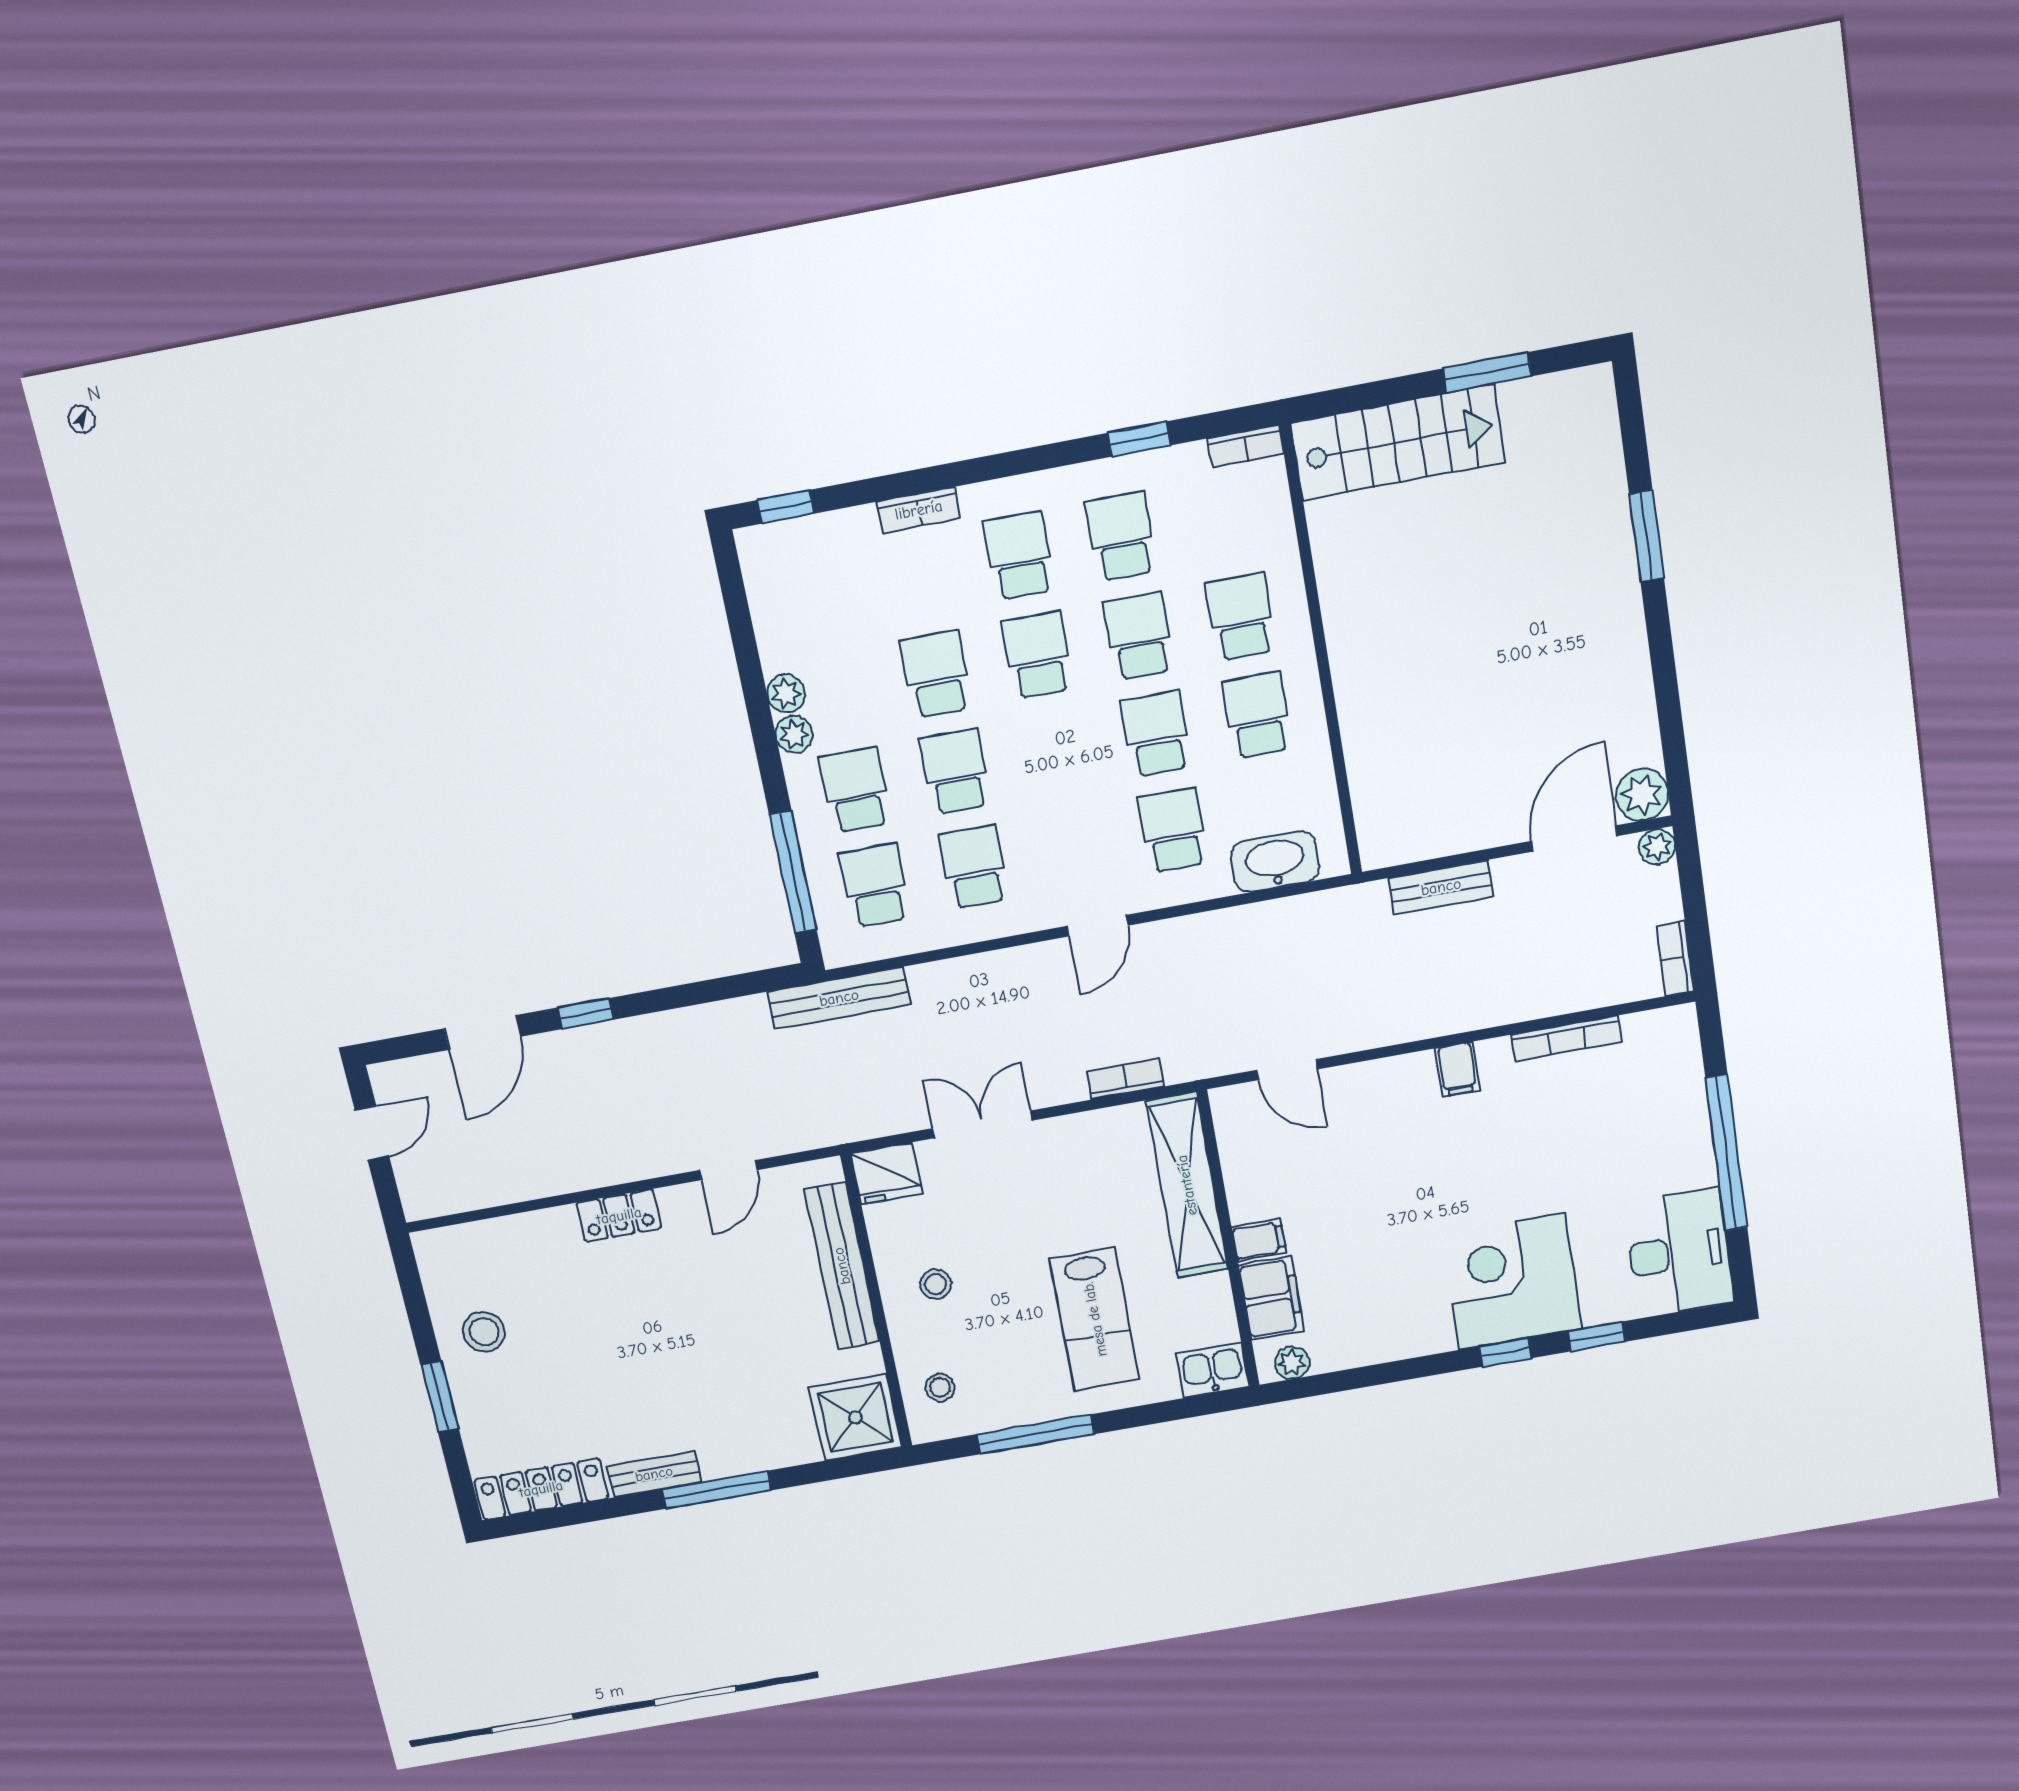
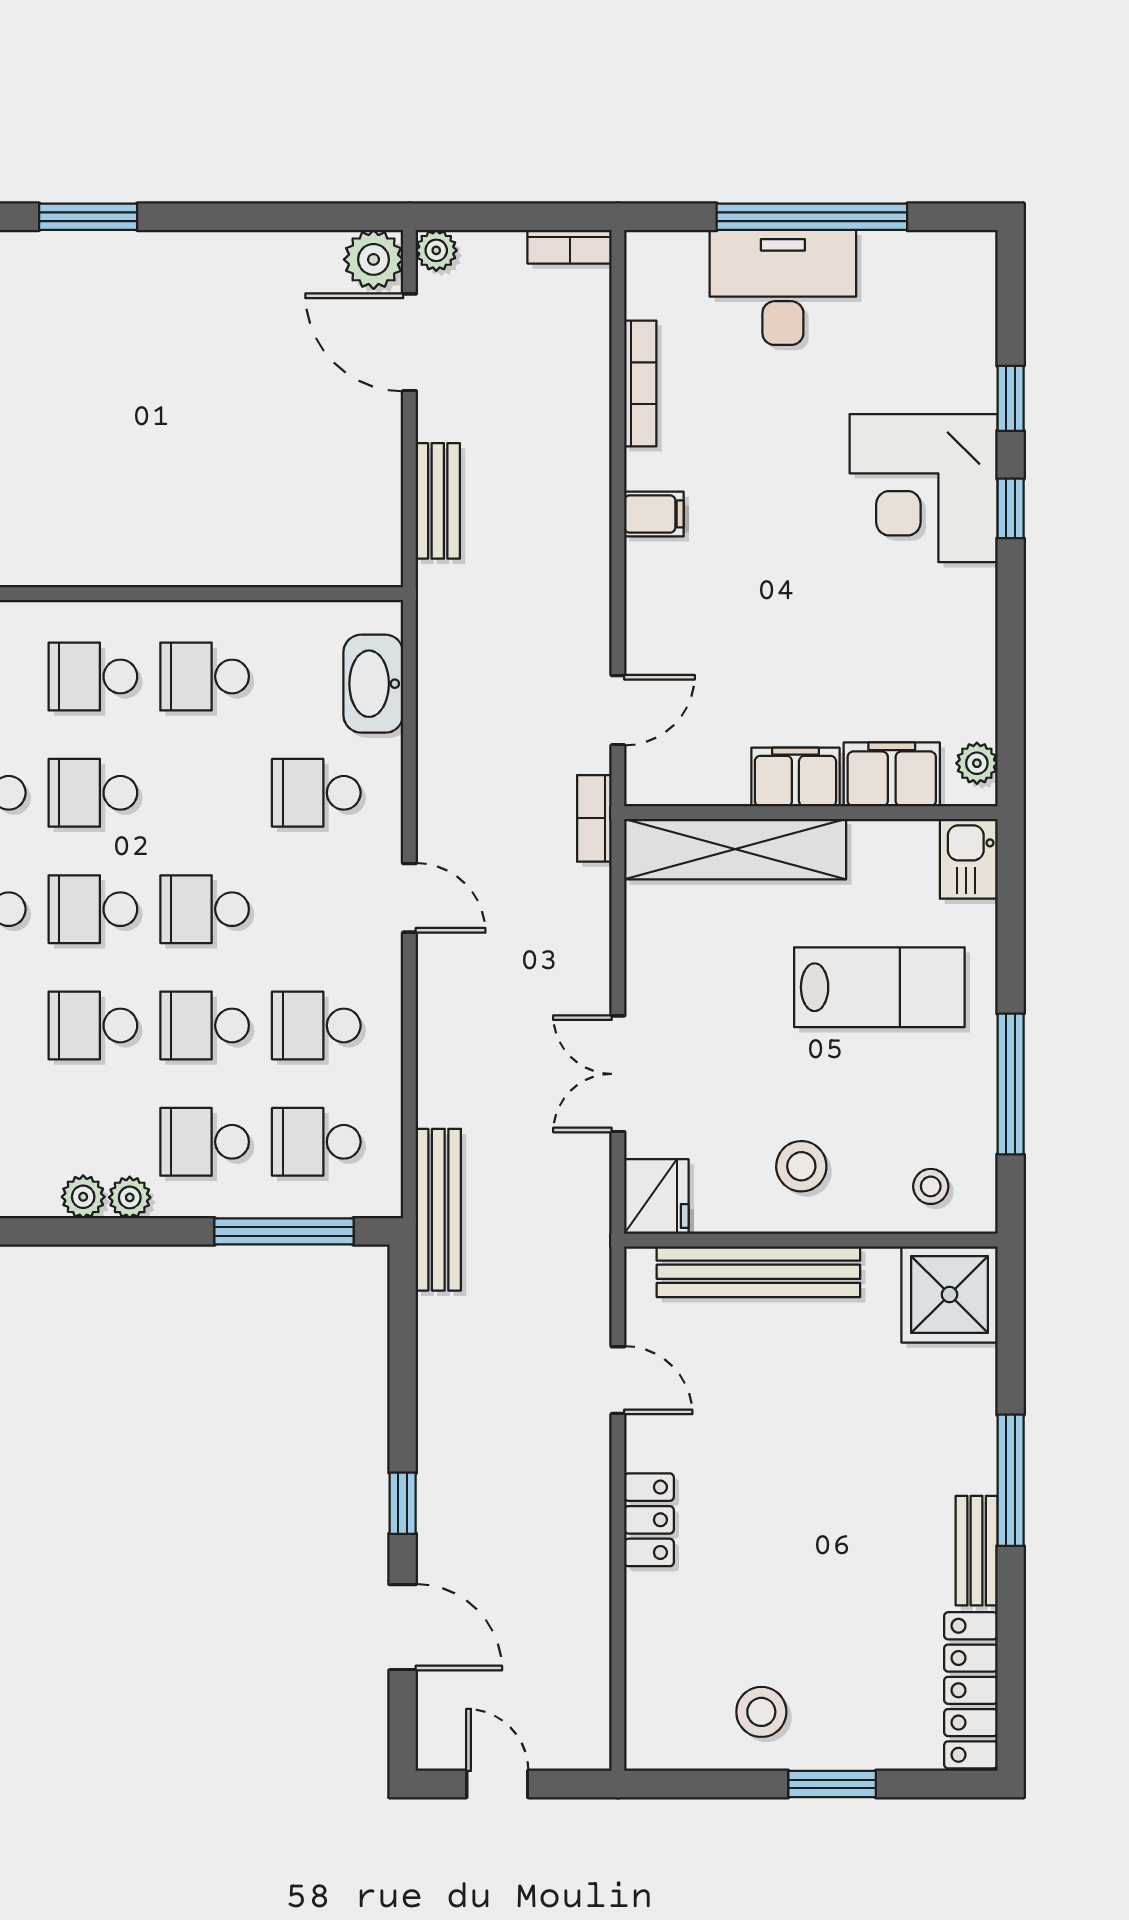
school desk: (1156, 734) -> (205, 909), moved
bookcase: (1126, 1079) -> (594, 818), moved
filing cabinet: (1259, 1240) -> (795, 777), width x2.00
desk: (1679, 1253) -> (783, 287), moved
stool: (936, 1284) -> (801, 1166), width x1.37, depth x1.37

